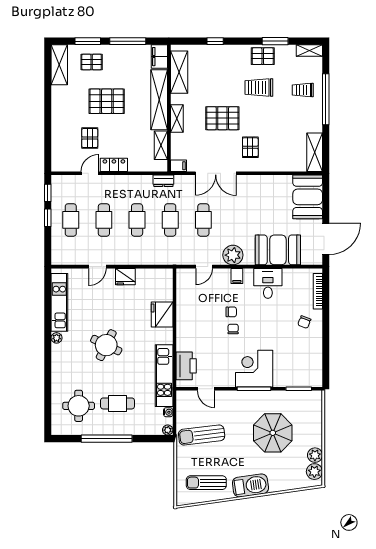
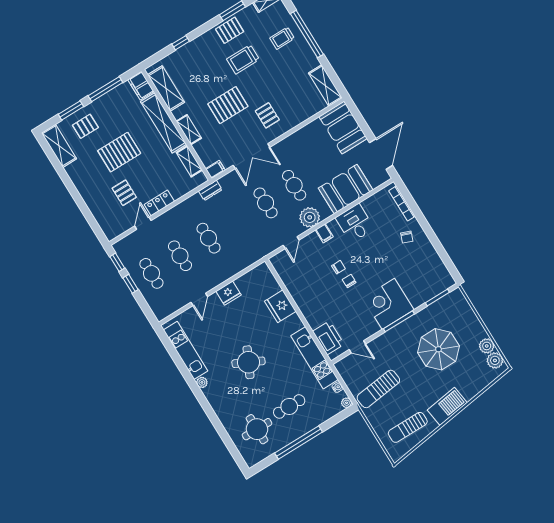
cafe table: (170, 220) -> (294, 185), moved

